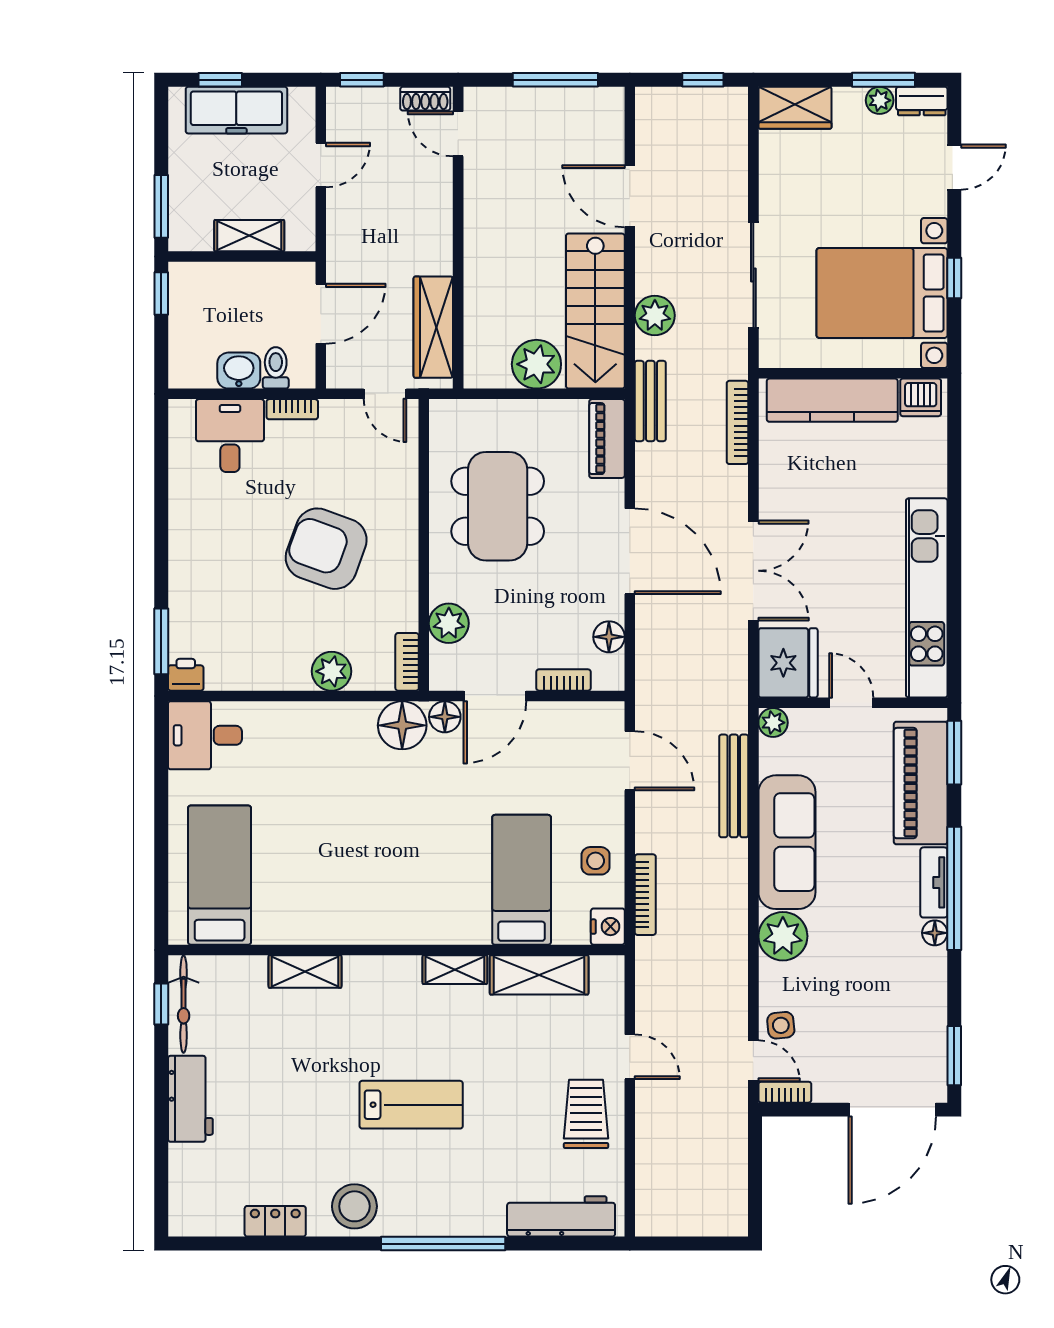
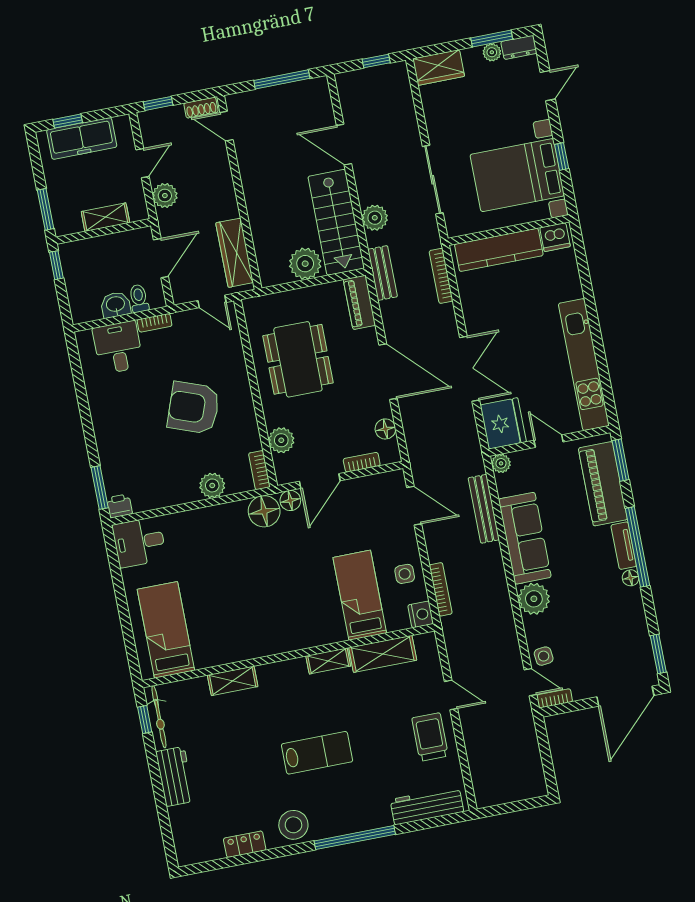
plant: (345, 221) -> (165, 196), added

